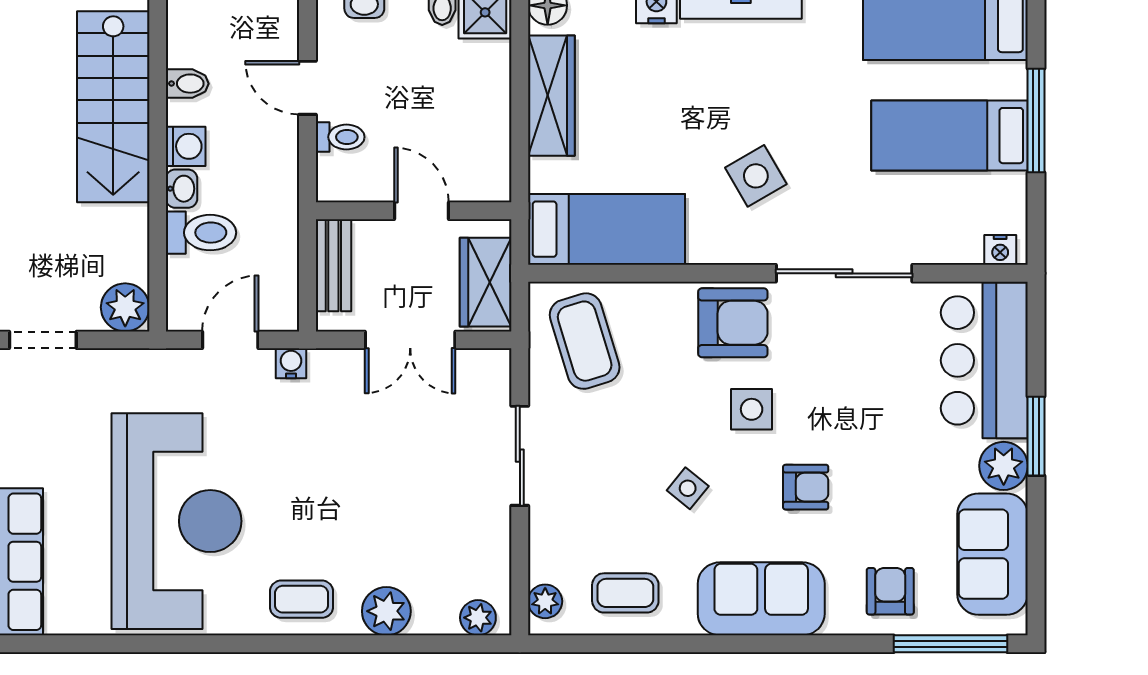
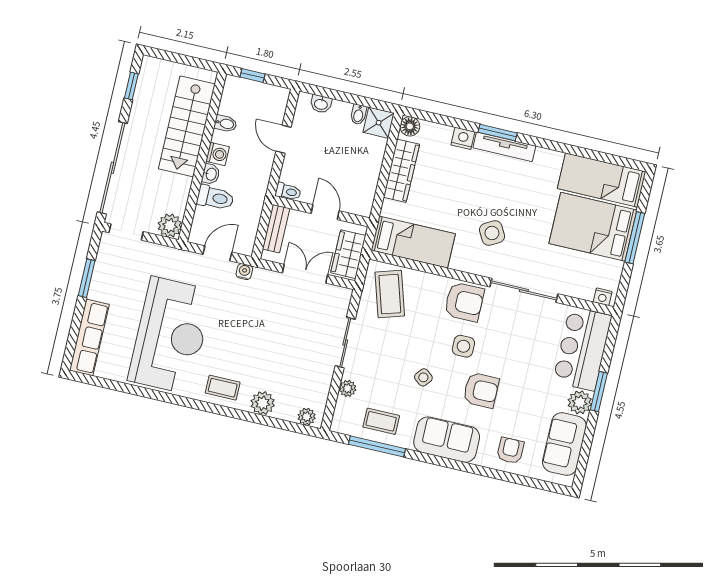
bed: (950, 136) -> (593, 227), width x1.50
toilet: (340, 137) -> (288, 192), moved
double door: (410, 340) -> (305, 274), swing flipped
armchair: (806, 487) -> (481, 390), width x1.38, depth x1.38
plant: (545, 601) -> (348, 388), moved
window: (950, 644) -> (377, 446), moved

